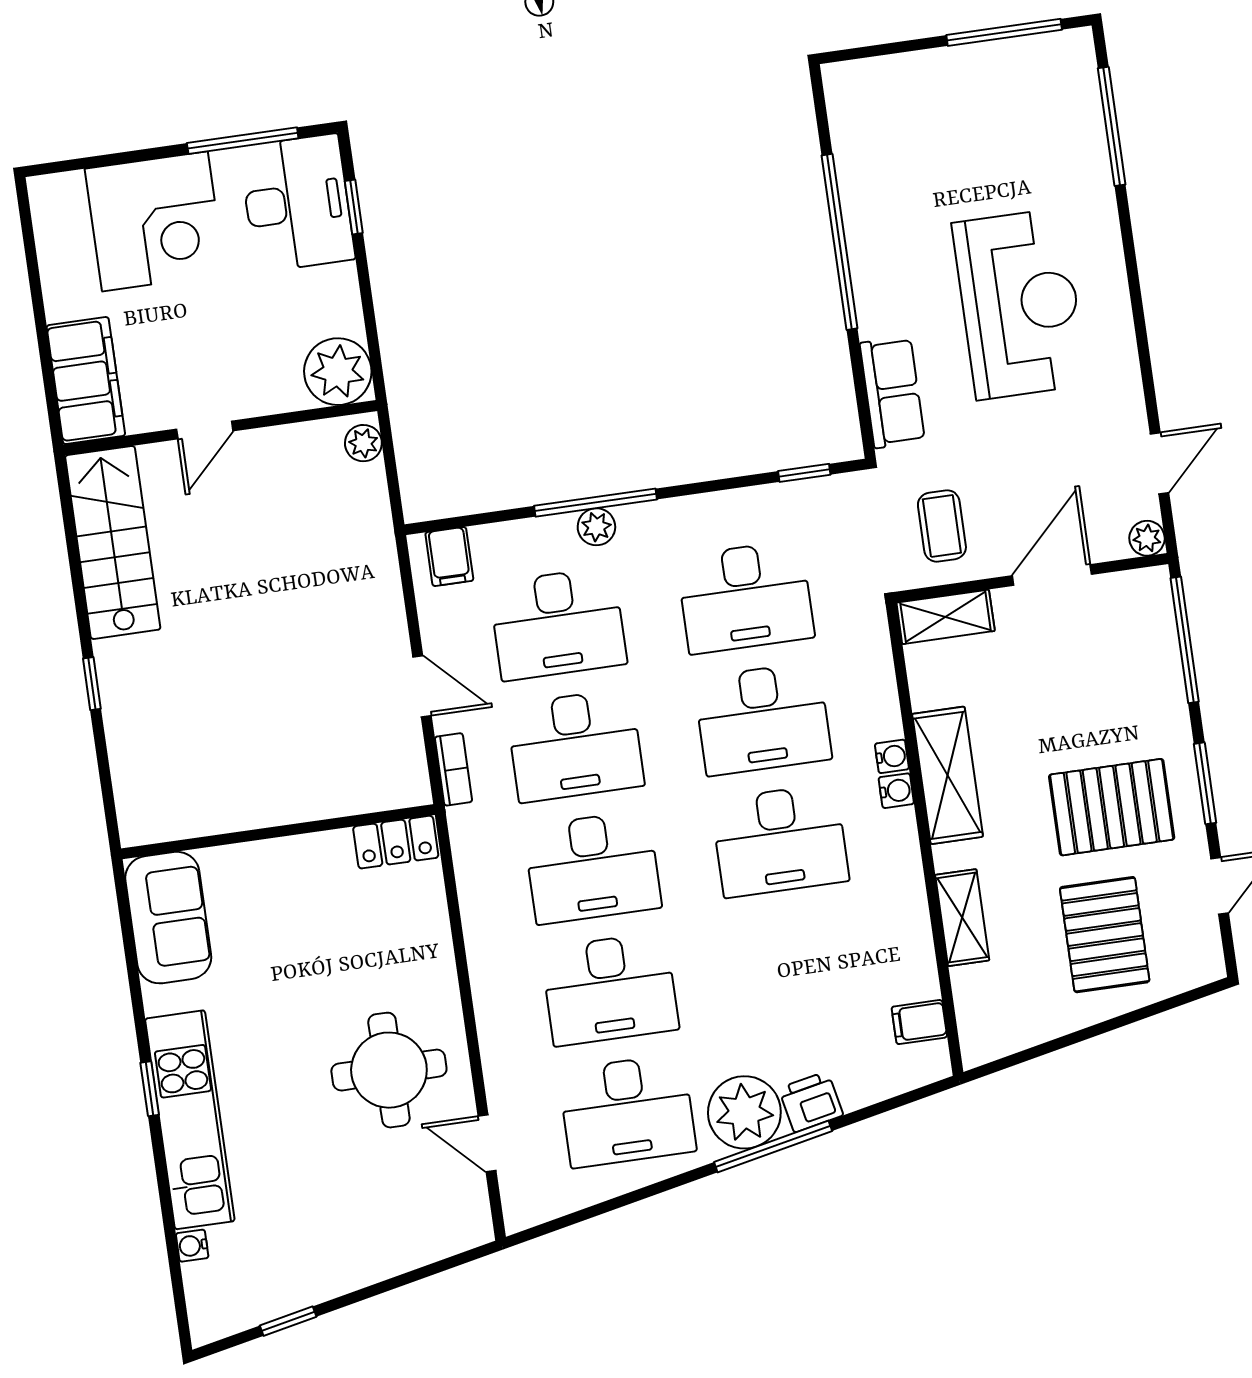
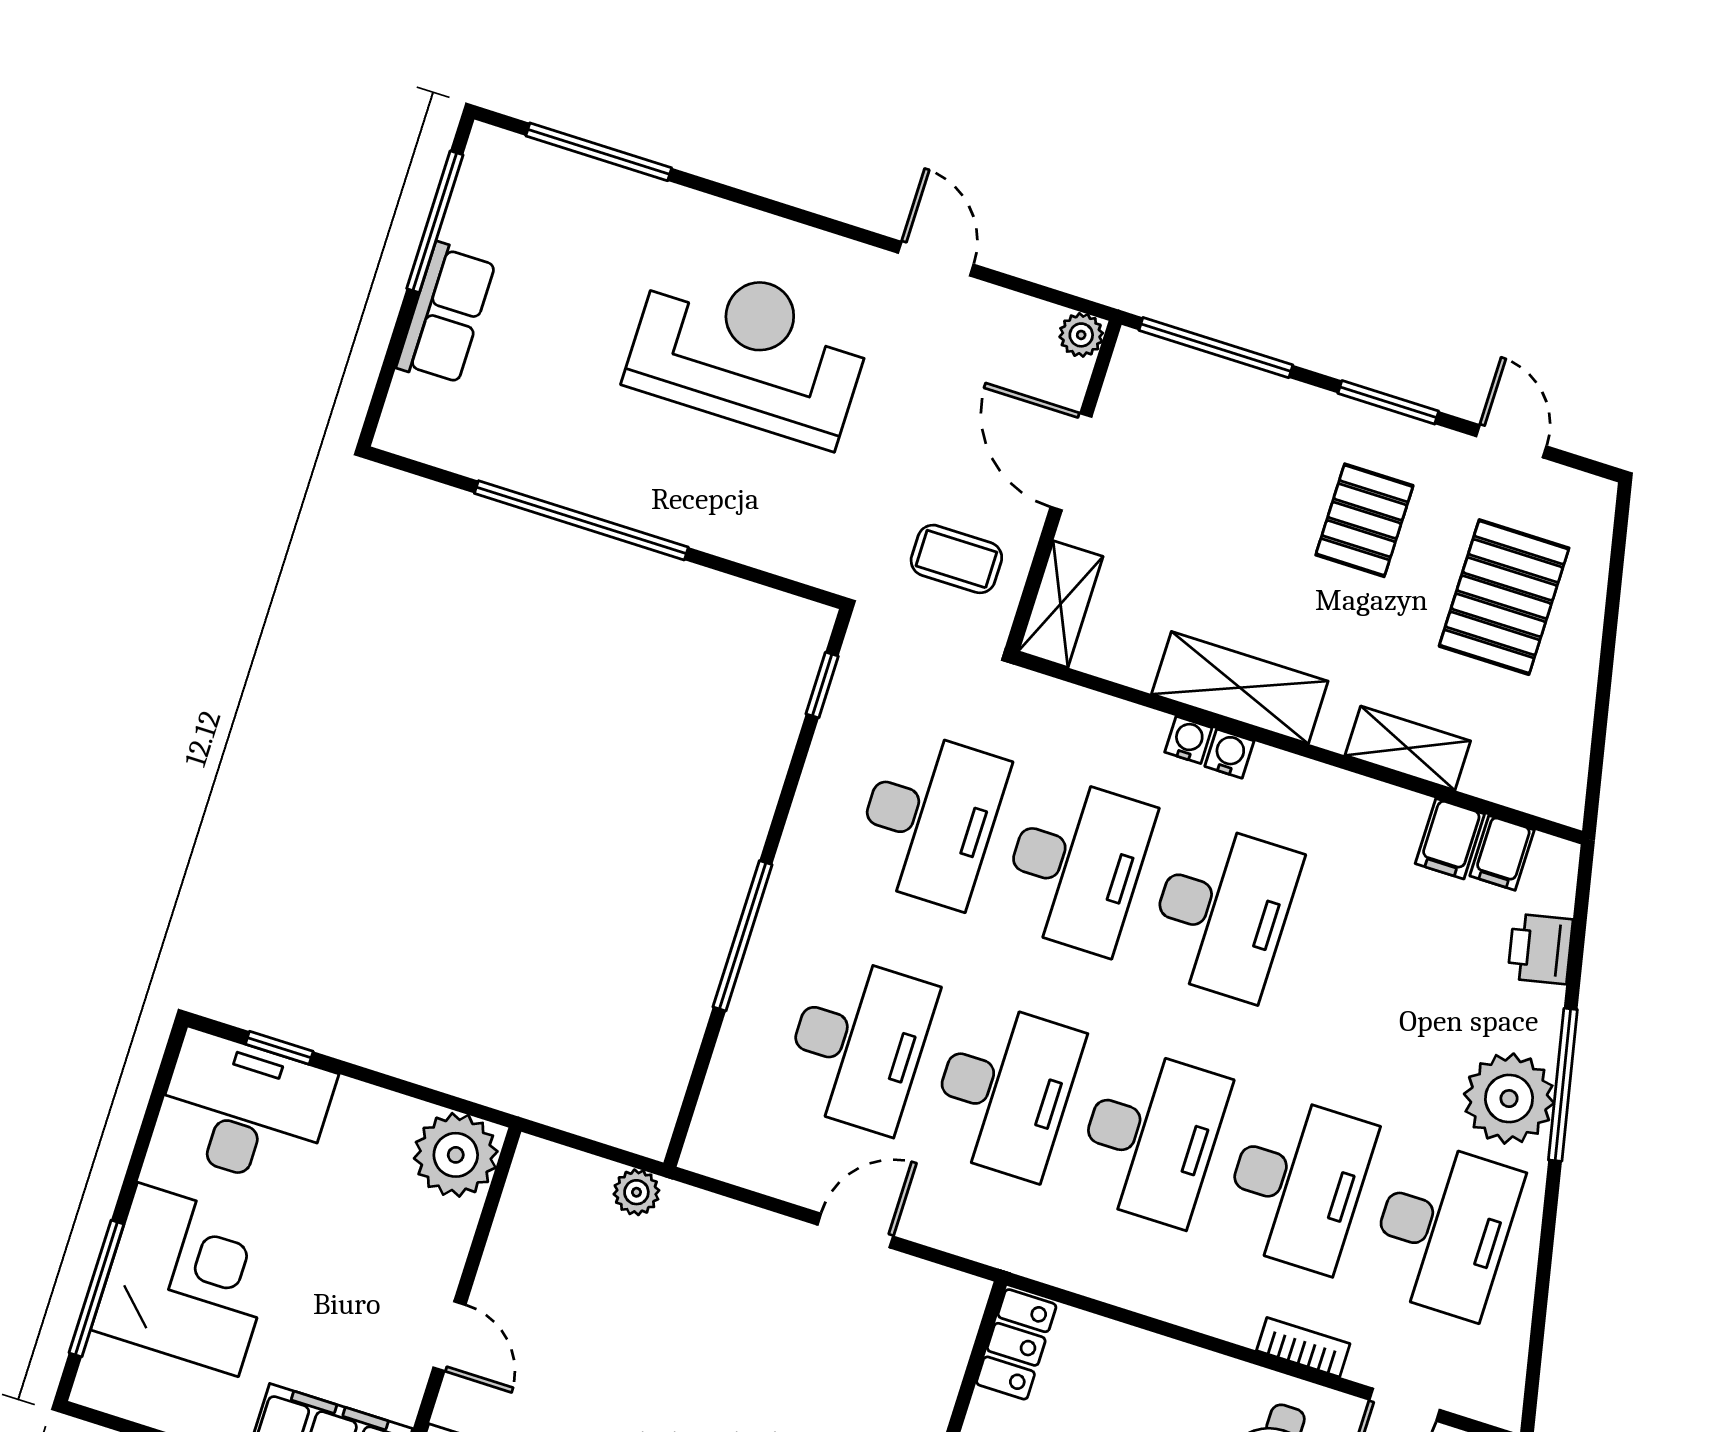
window: (243, 141) -> (96, 1288), moved
row of seats: (892, 392) -> (446, 314), moved, turned 90
plant: (363, 443) -> (636, 1192), moved
door: (1160, 463) -> (936, 259), moved
plant: (596, 527) -> (770, 948), removed
filing cabinet: (449, 557) -> (1450, 839), moved, turned 90
bookcase: (453, 769) -> (1303, 1347), moved
pallet: (1112, 807) -> (1364, 520), width x0.67, depth x0.71
pallet: (1105, 935) -> (1504, 597), turned 90
printer: (811, 1102) -> (1540, 949), moved

